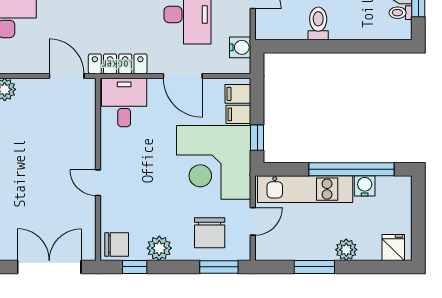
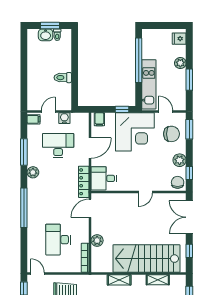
water cooler: (240, 47) -> (64, 118), moved
filing cabinet: (238, 114) -> (110, 119), removed
water cooler: (365, 186) -> (147, 53), removed

